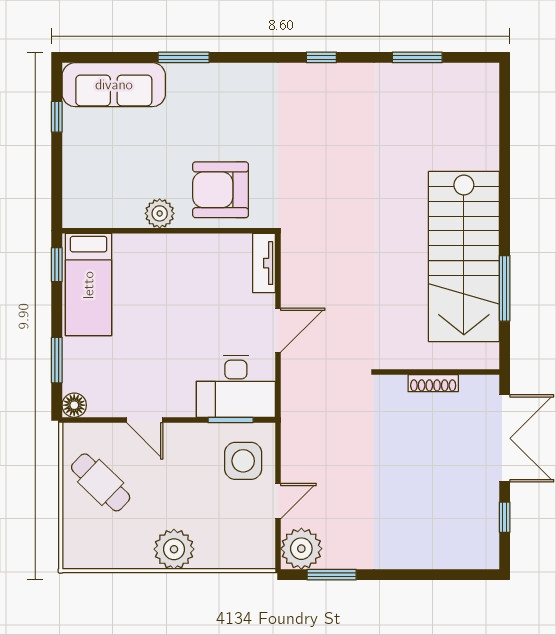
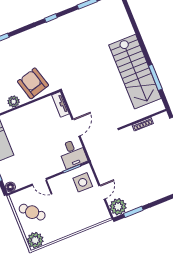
armchair: (221, 190) -> (33, 83), turned 74
desk: (236, 386) -> (73, 154), width x0.73
plant: (174, 549) -> (35, 240), moved

